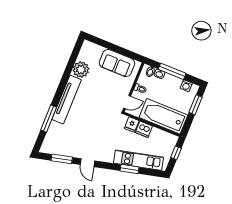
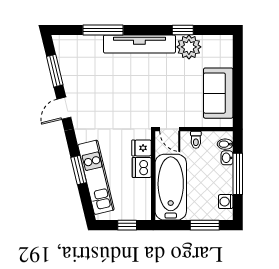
window: (69, 69) -> (183, 30), added

